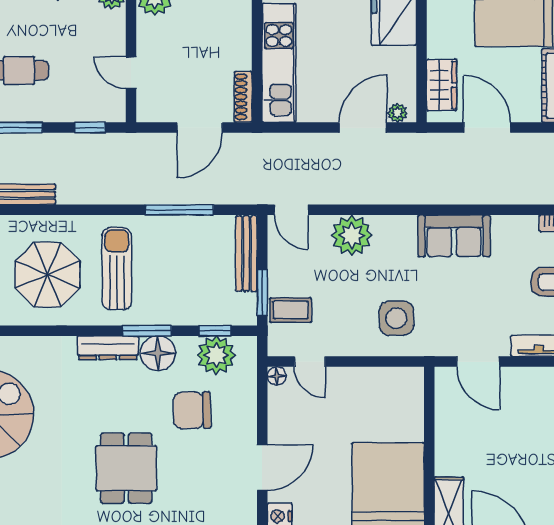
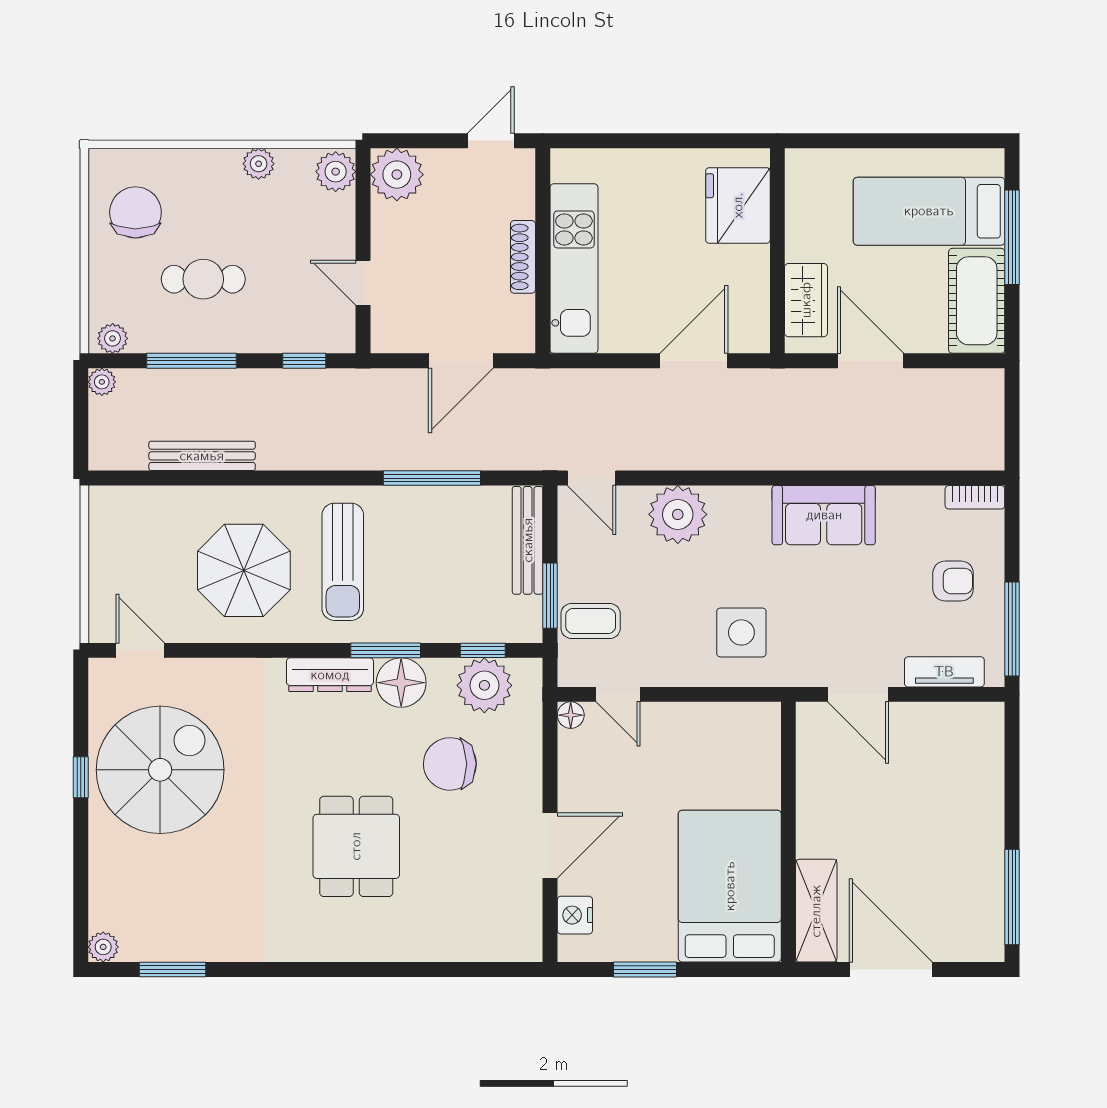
shoe rack: (243, 97) -> (523, 257), moved
plant: (397, 113) -> (743, 340), removed
sun lounger: (117, 269) -> (343, 562), turned 180

